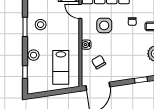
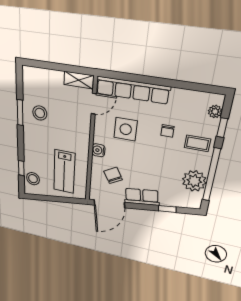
door: (80, 11) -> (94, 104), swing flipped
stool: (34, 55) -> (33, 179), moved
row of seats: (121, 74) -> (142, 197), added

